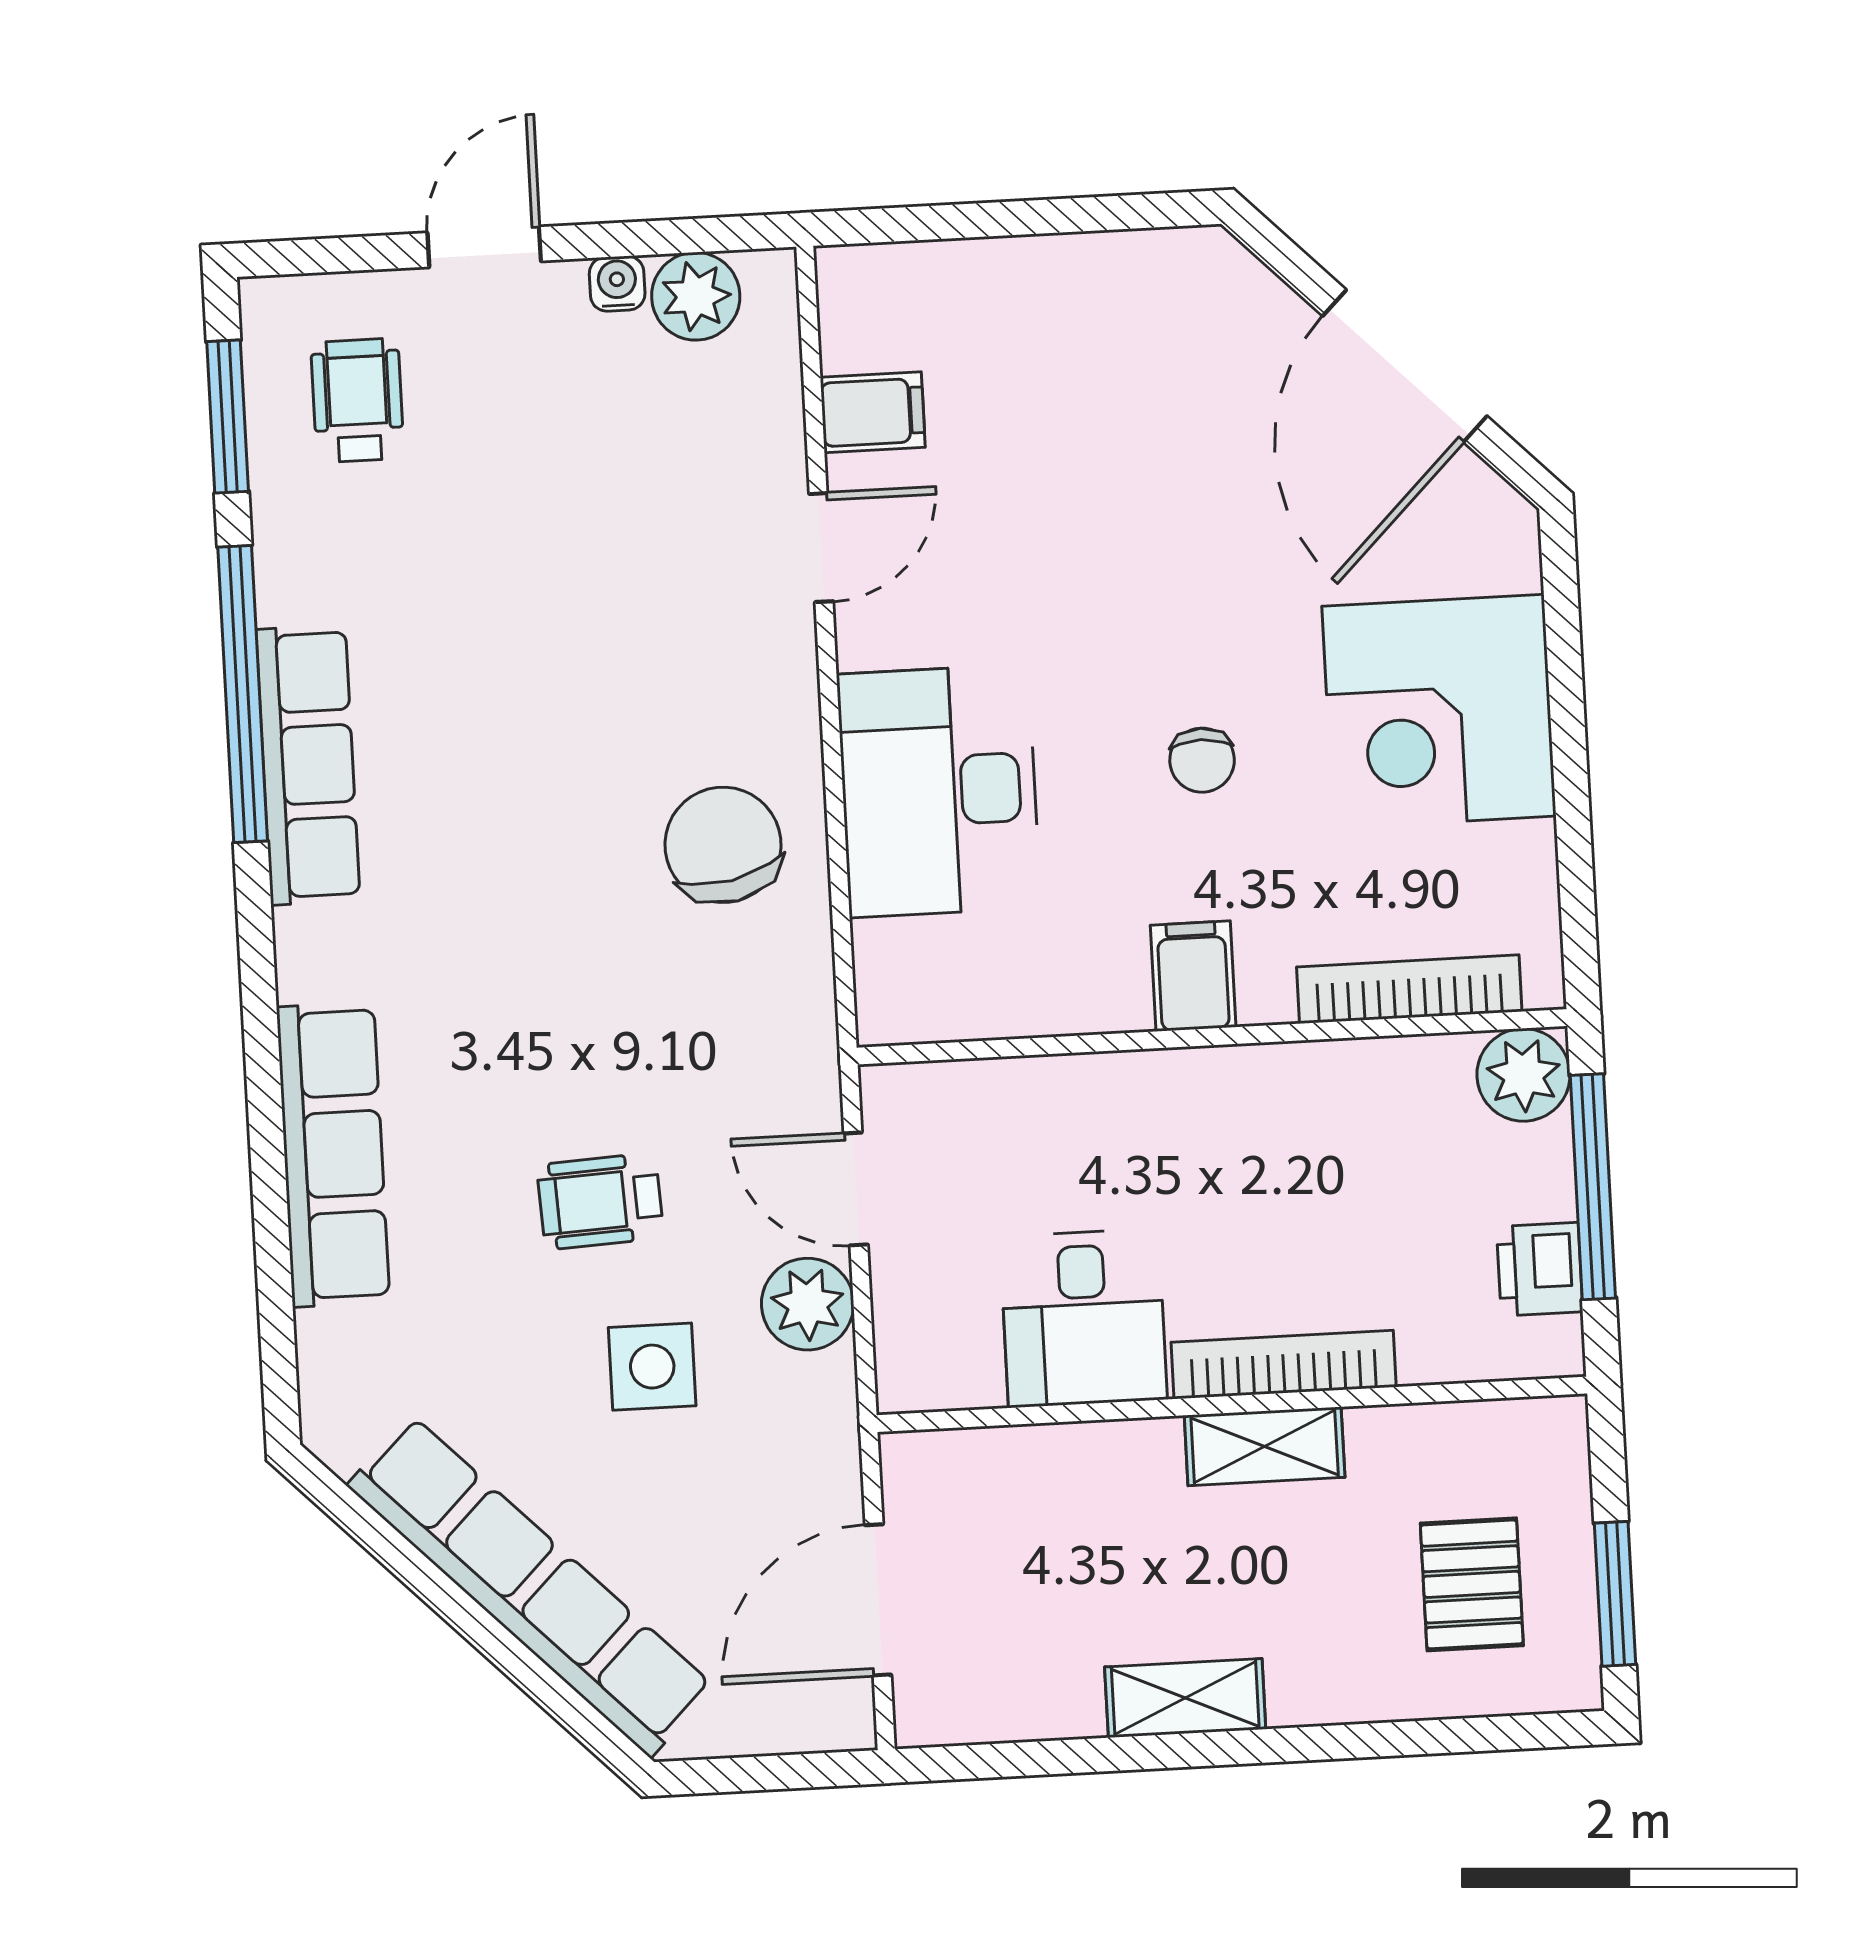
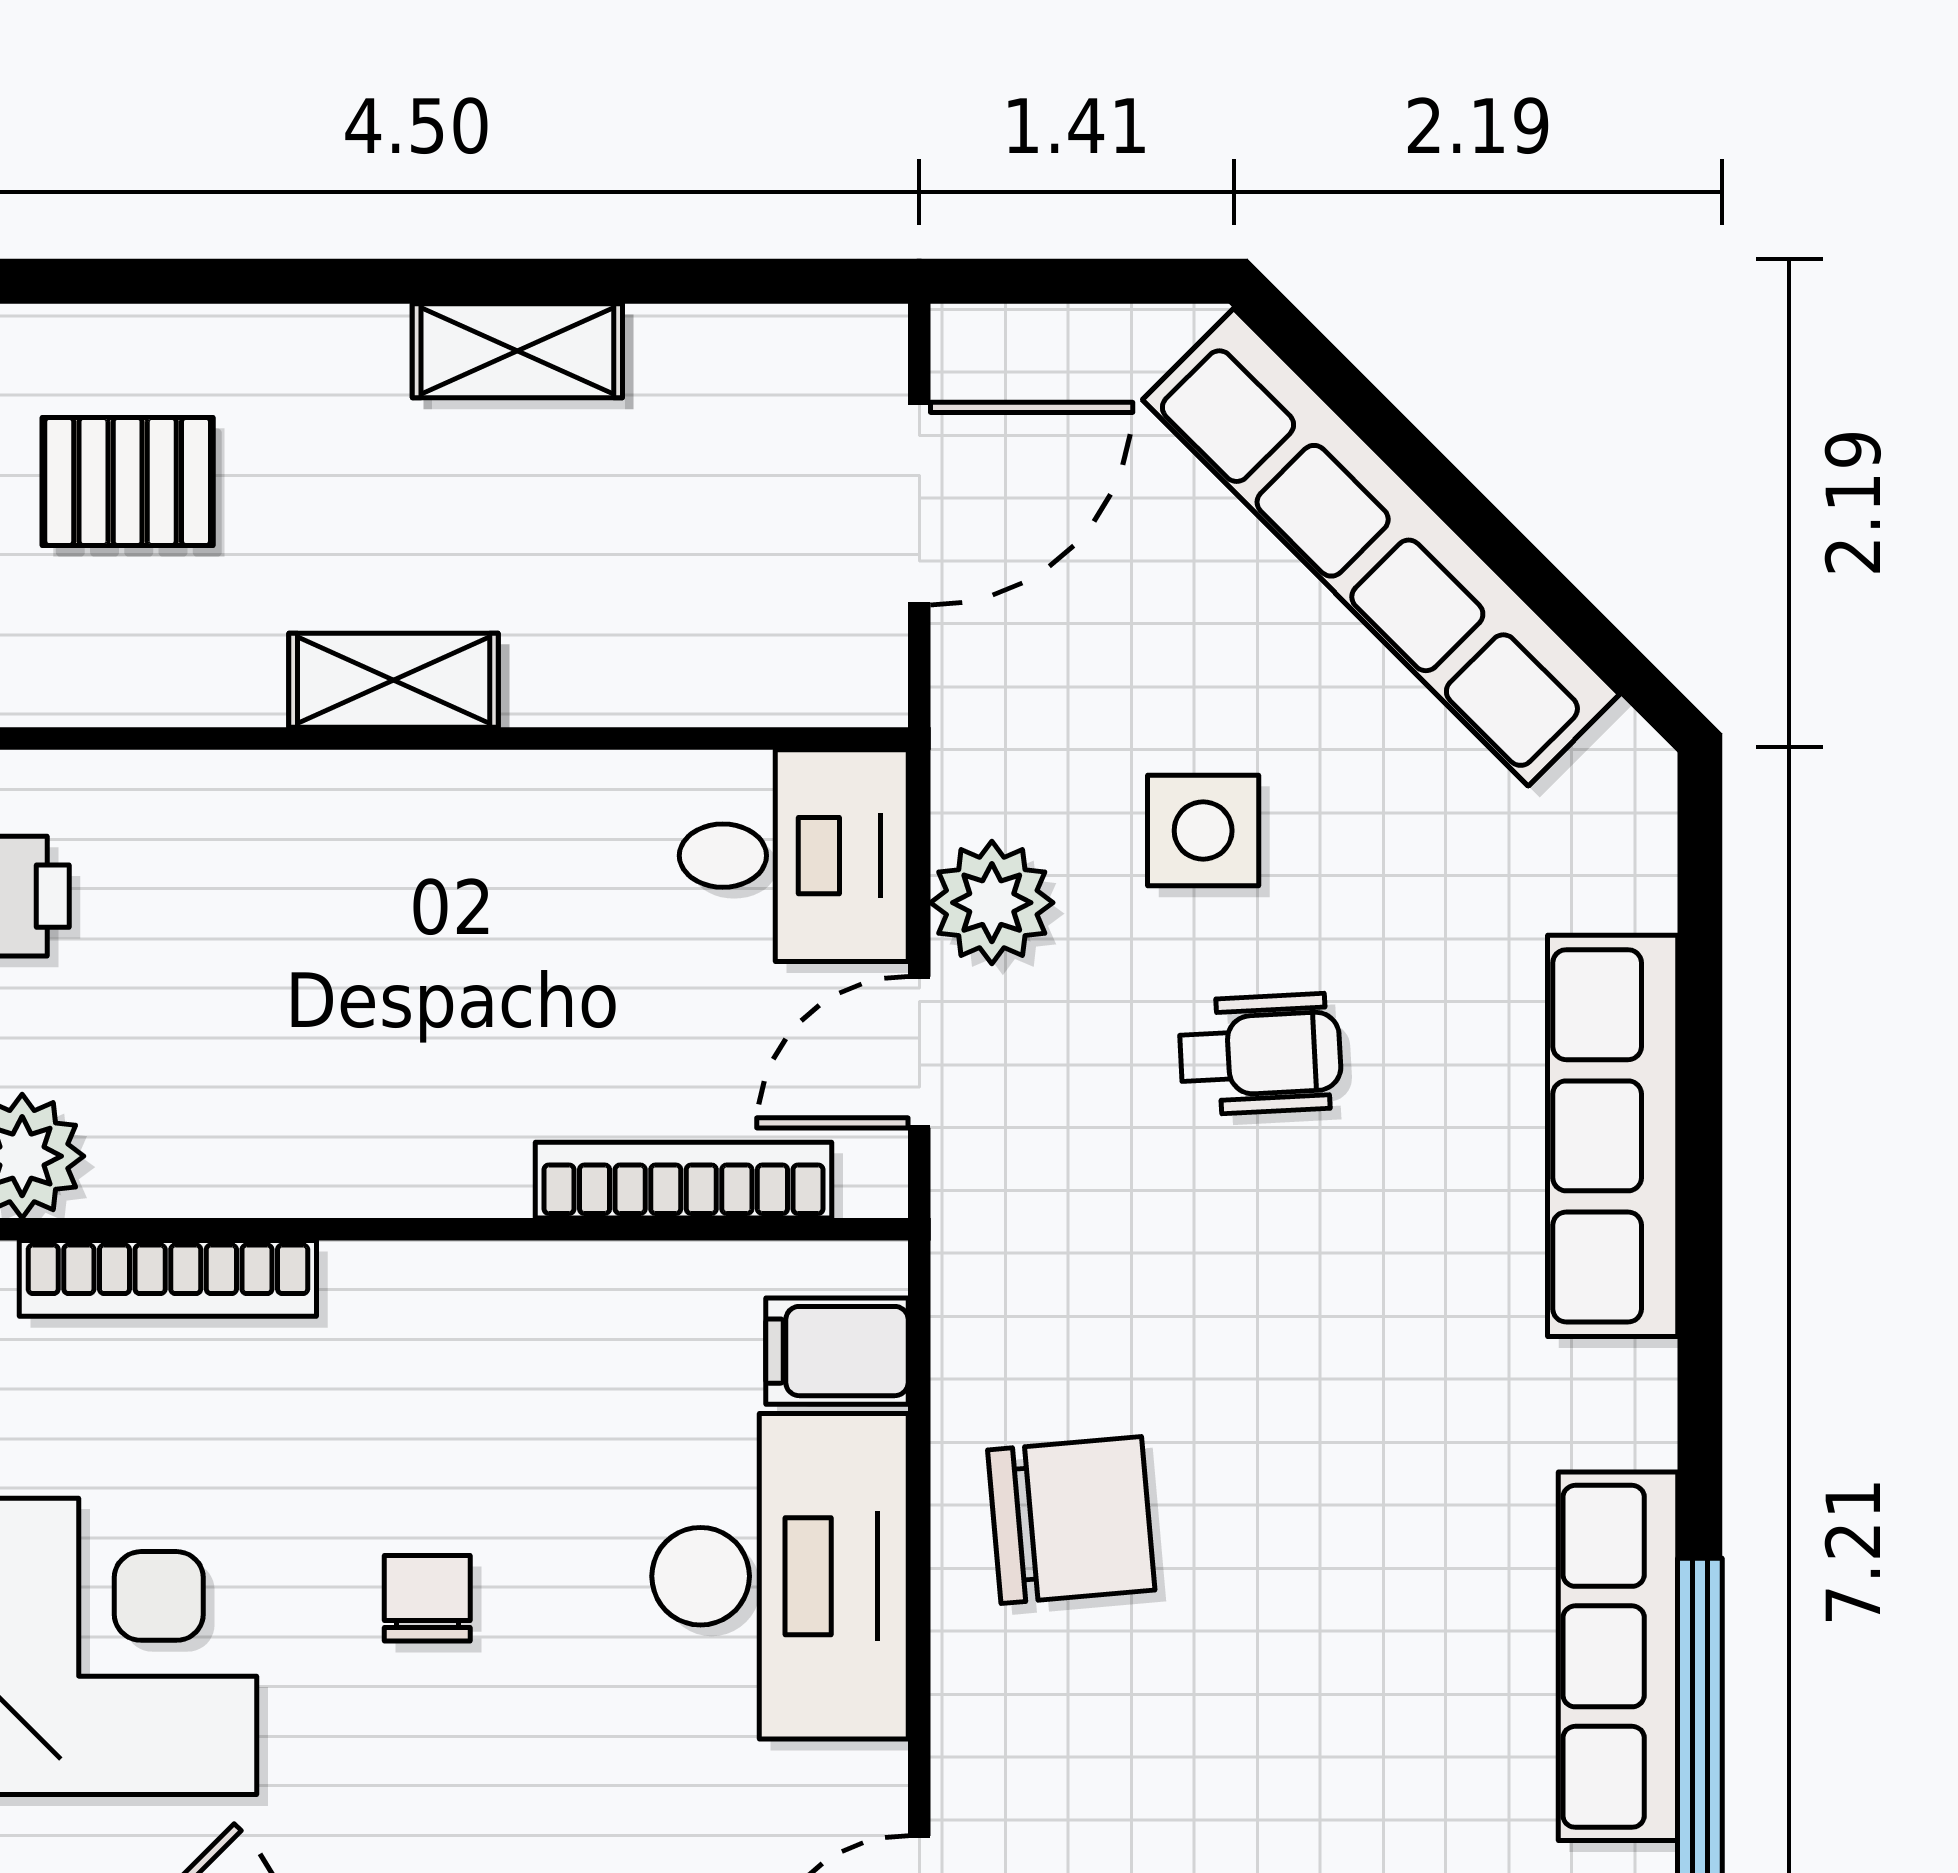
chair: (723, 845) -> (1071, 1520), turned -83
filing cabinet: (1193, 976) -> (837, 1351), moved, turned 90
door: (856, 1189) -> (919, 1052), swing flipped
desk: (1083, 1318) -> (794, 856), moved, turned 90
bookcase: (1284, 1365) -> (683, 1180), moved, turned 180
pallet: (1472, 1584) -> (128, 481), turned 90

